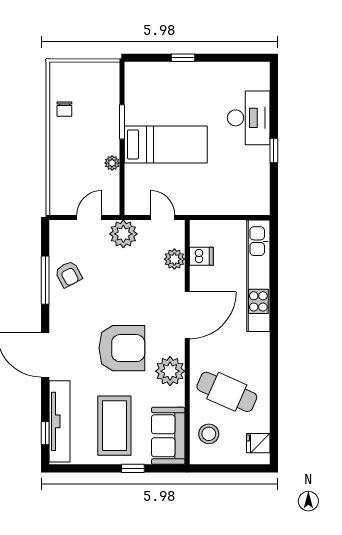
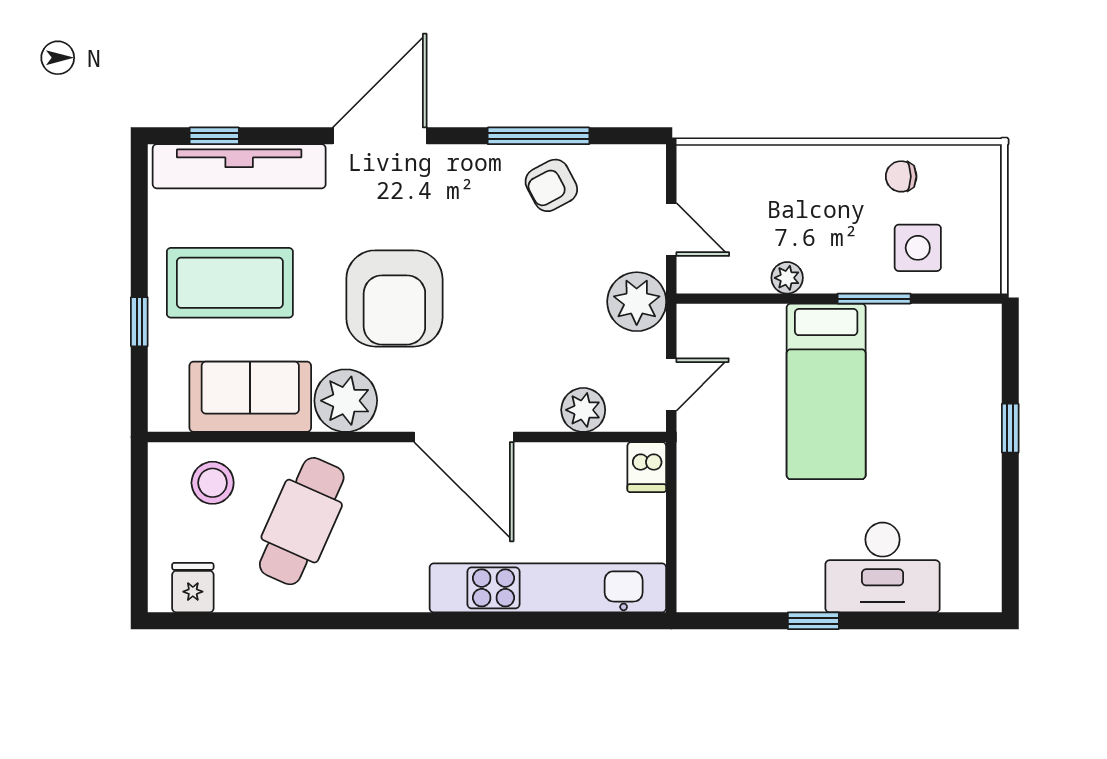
side table: (98, 101) -> (918, 248), added
dishwasher: (201, 256) -> (647, 467), moved
sofa: (168, 436) -> (250, 397), moved

